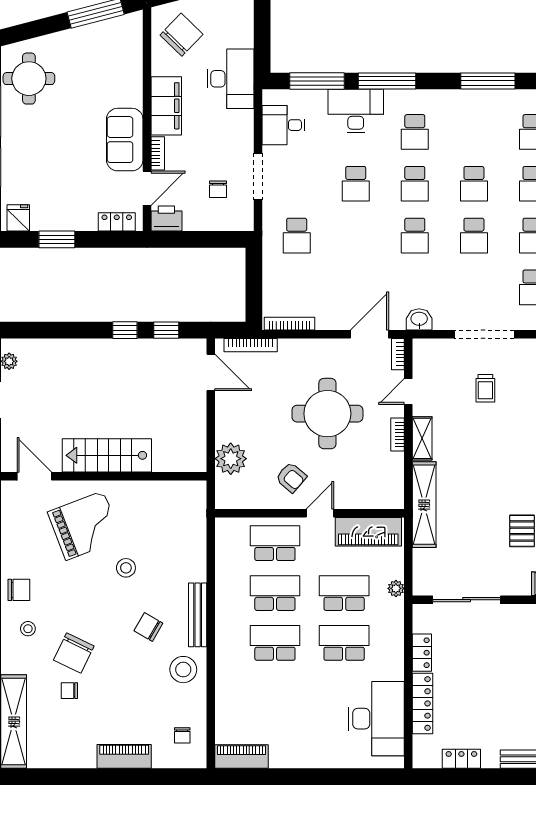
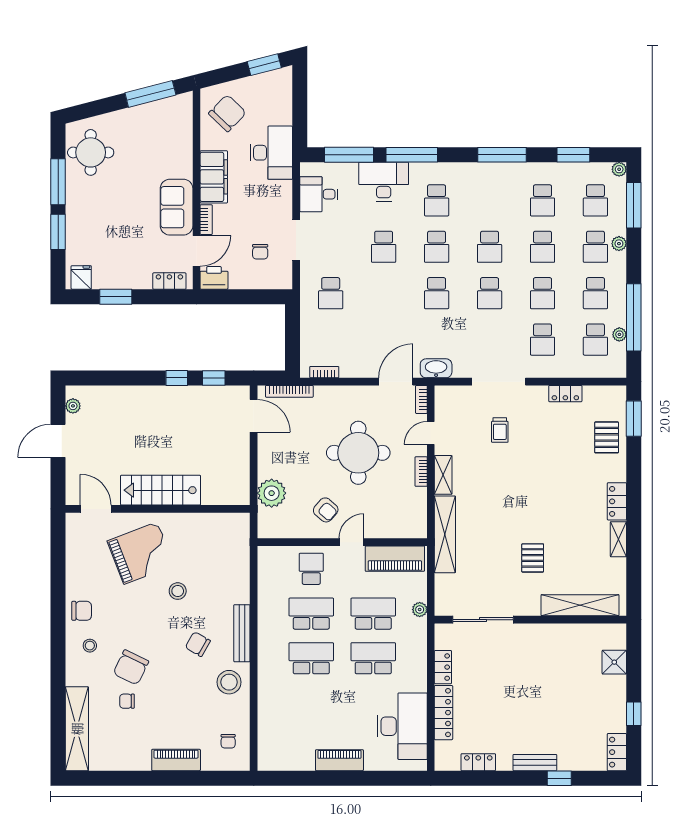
washbasin: (419, 319) -> (436, 368), width x1.38
bookcase: (289, 324) -> (324, 372), width x0.64
school desk: (275, 543) -> (311, 569), width x0.54
piano: (241, 757) -> (339, 760), moved

